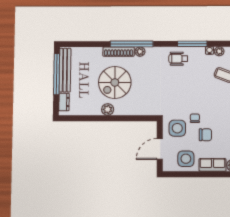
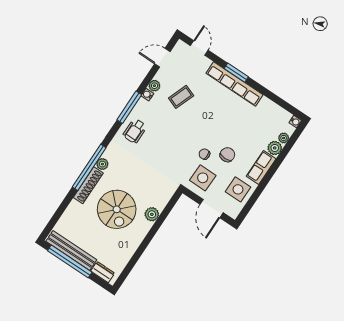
plant: (108, 109) -> (152, 214), moved

